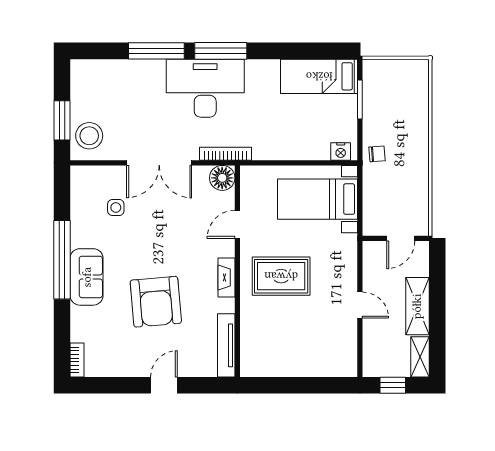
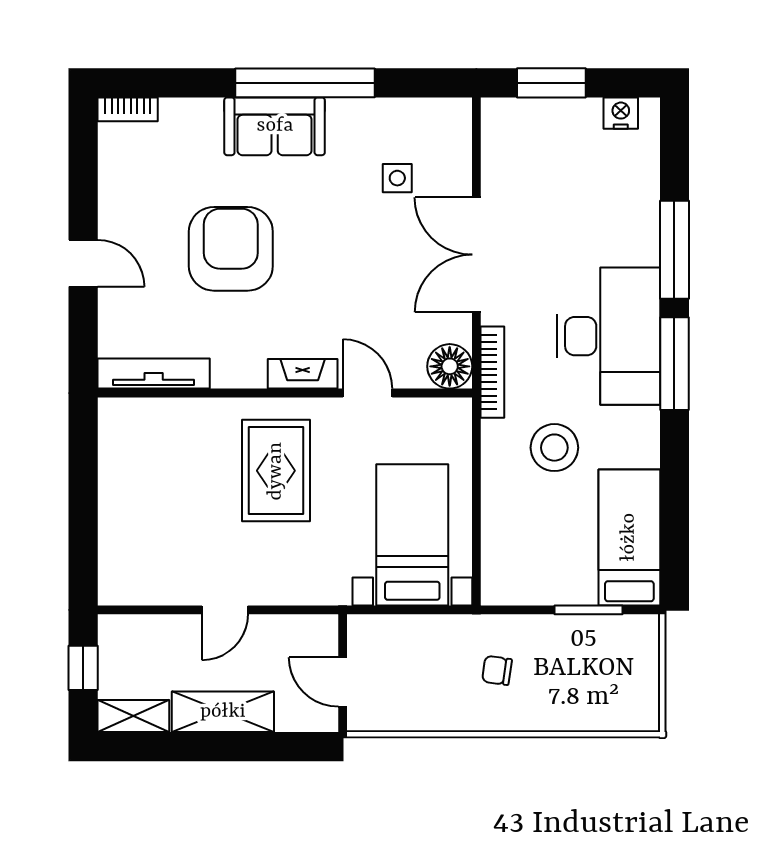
stool: (89, 136) -> (554, 448), moved
nightstand: (341, 151) -> (621, 113), moved, turned 90
chair: (377, 154) -> (497, 670), moved, turned 102
fireplace: (226, 277) -> (303, 374), moved
armchair: (156, 302) -> (231, 249), turned 95

